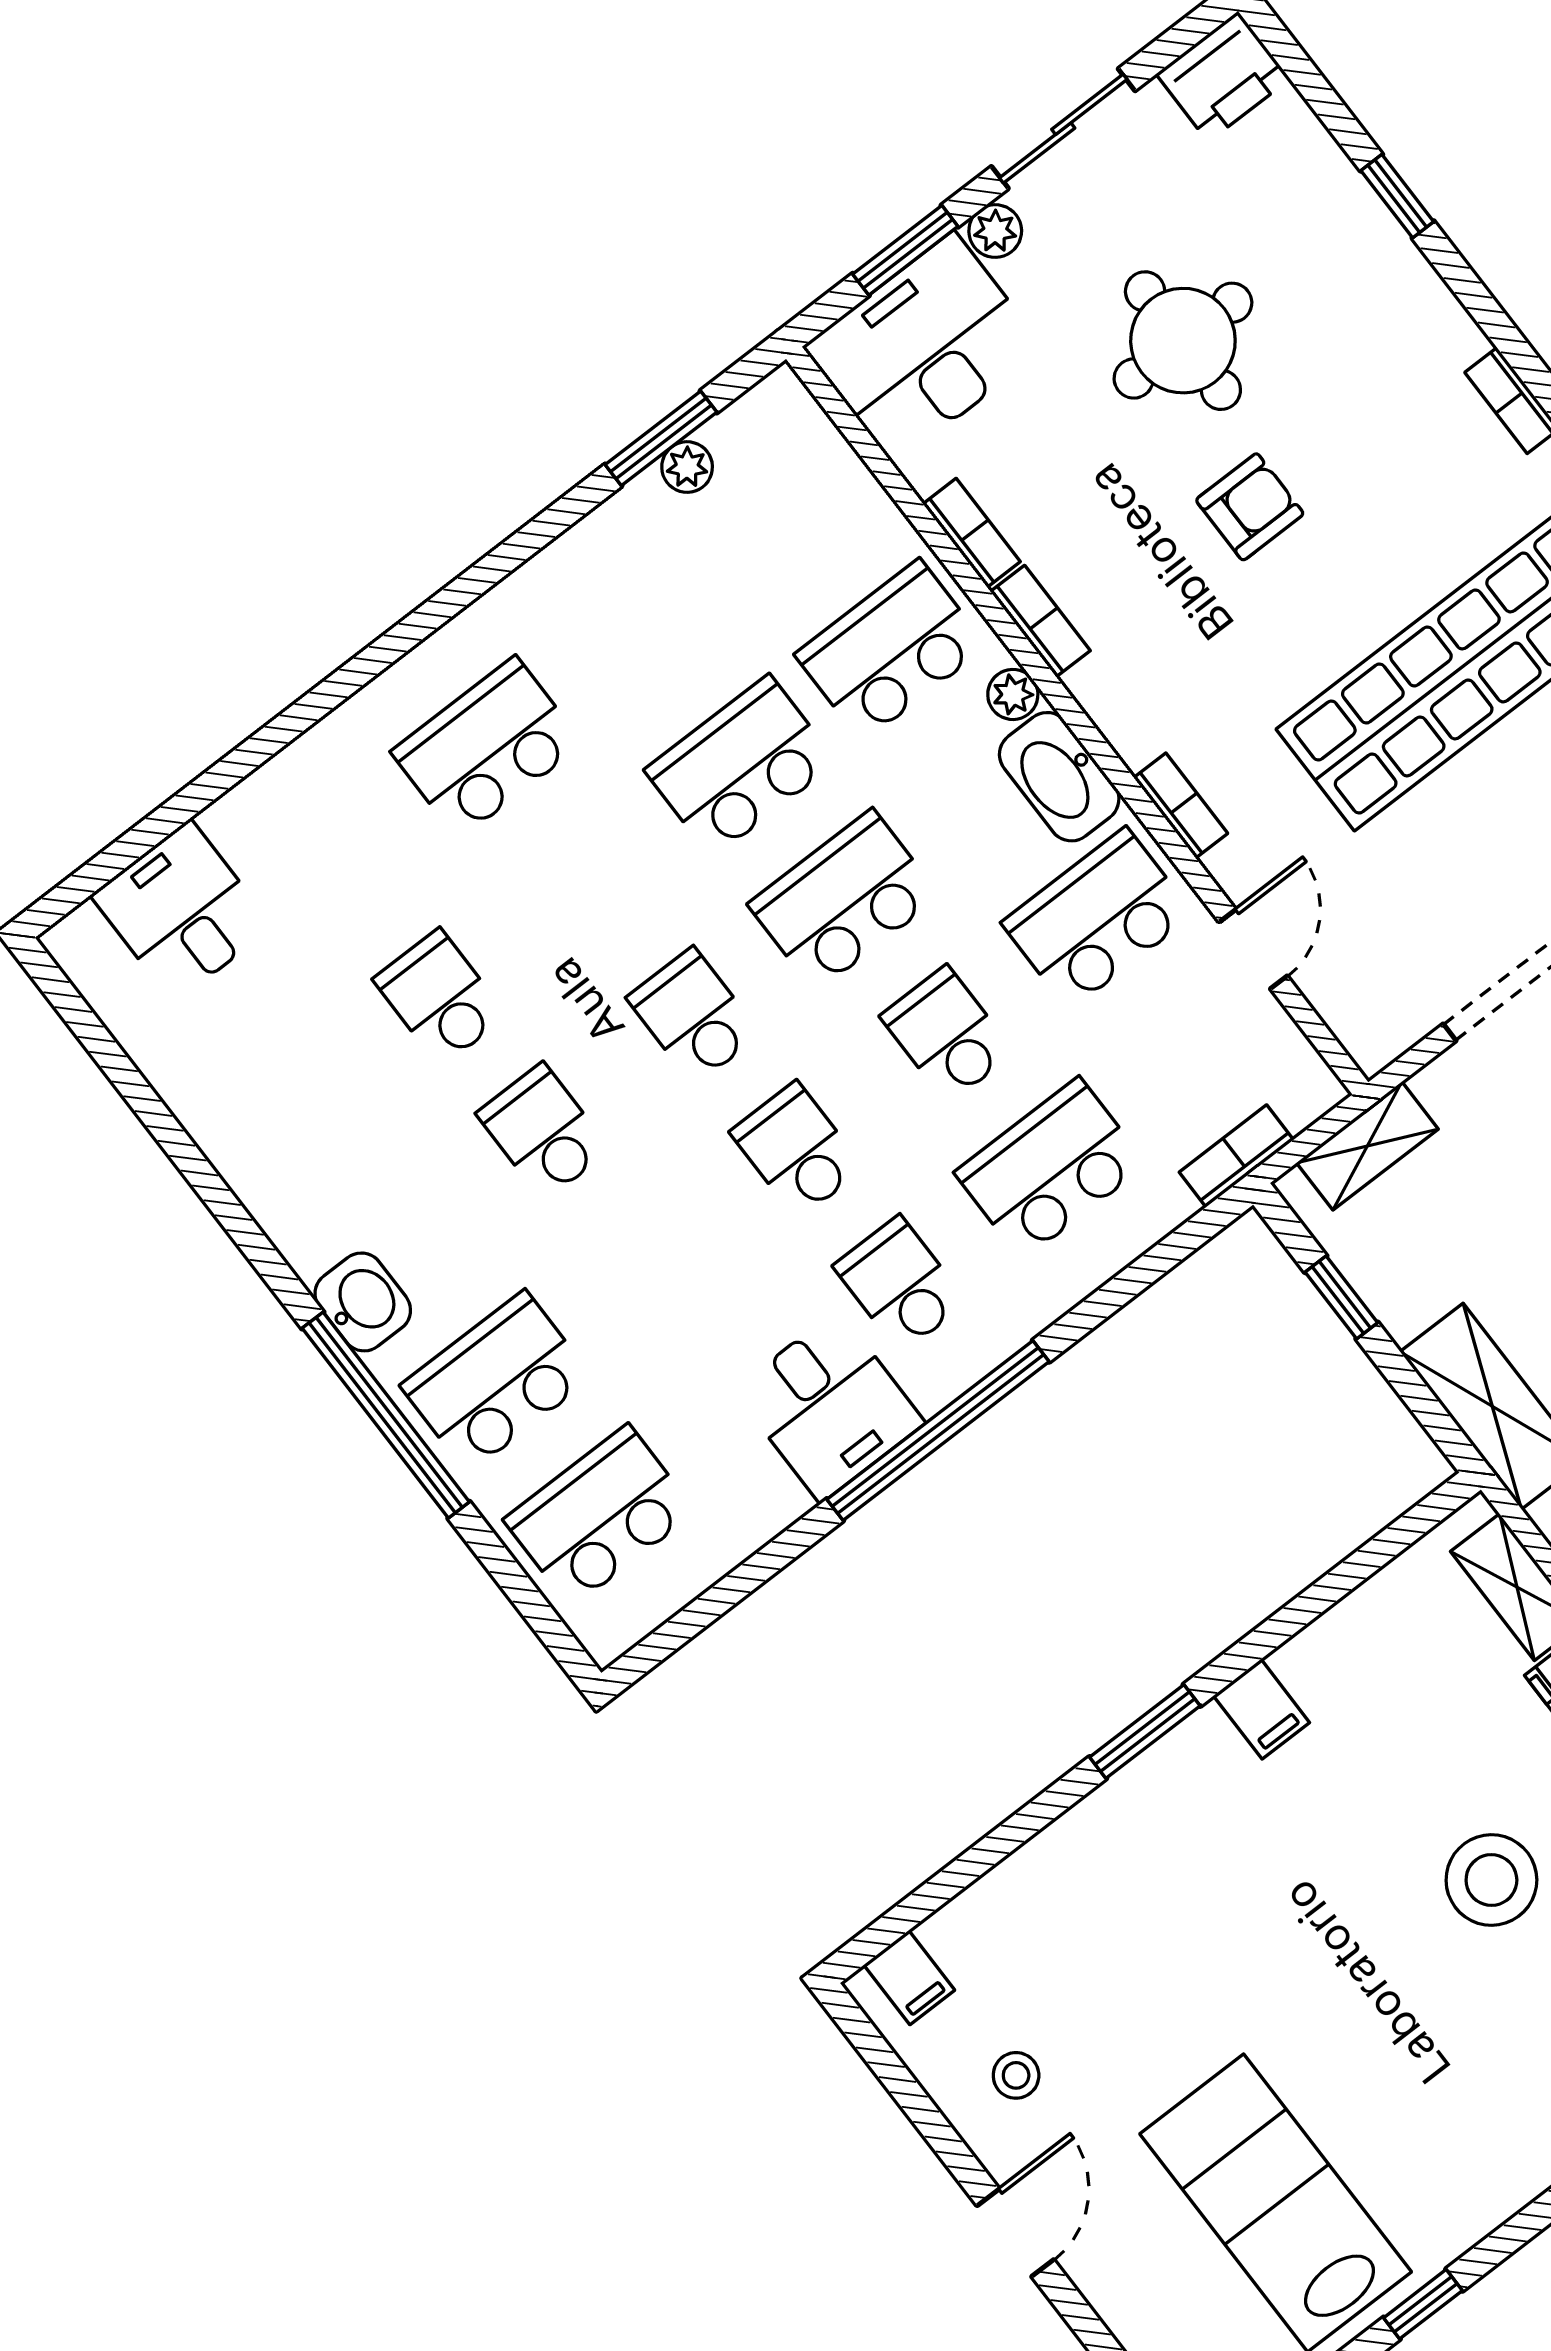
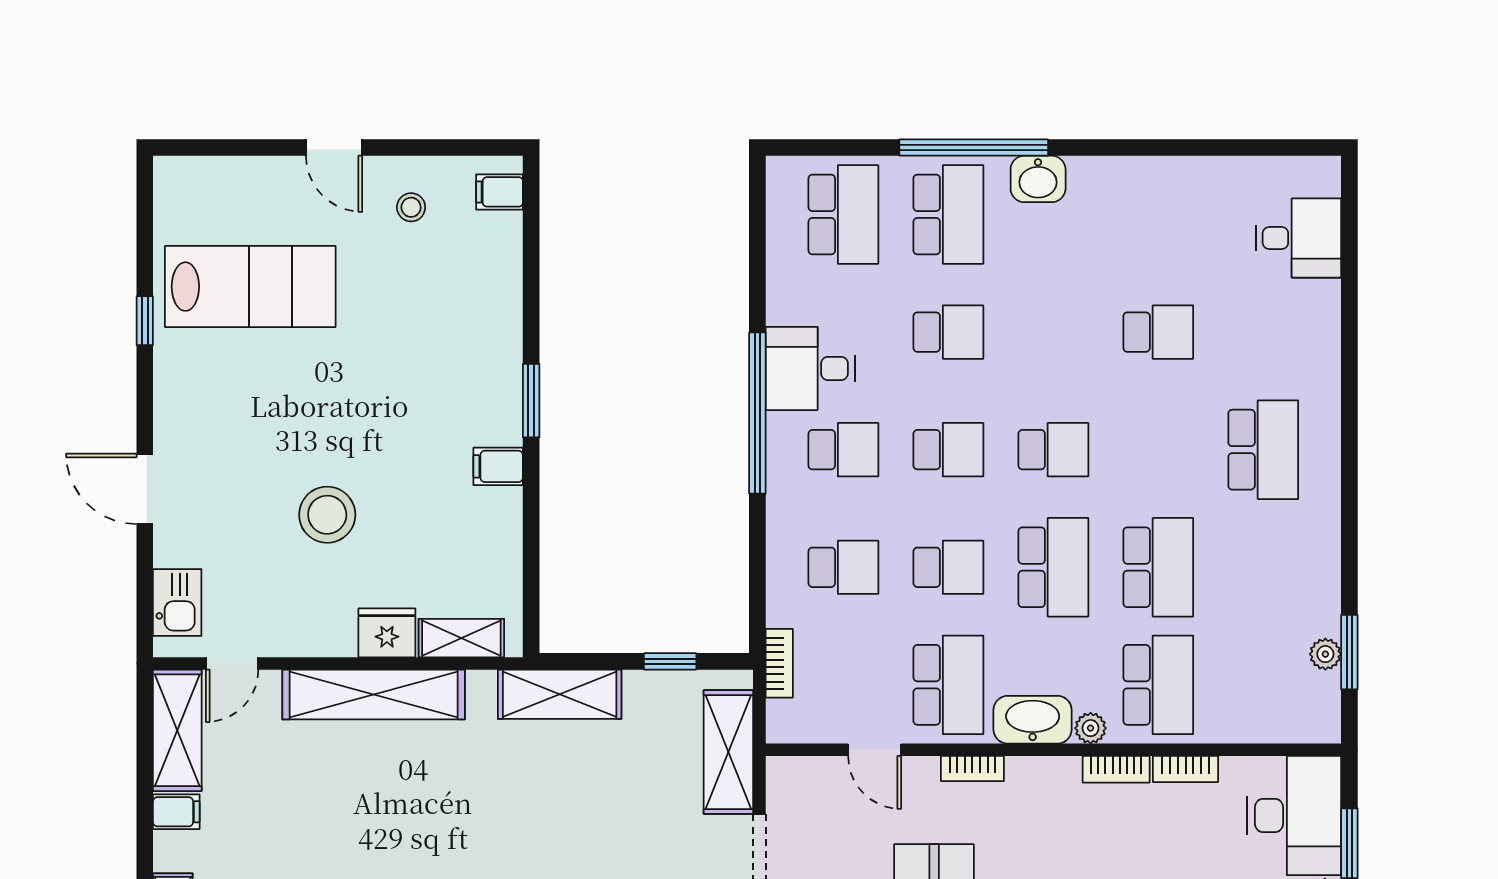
school desk: (543, 1132) -> (948, 332), moved
shelving: (1367, 1146) -> (728, 752), width x1.50, depth x1.33
school desk: (1051, 1169) -> (843, 567), width x0.54

